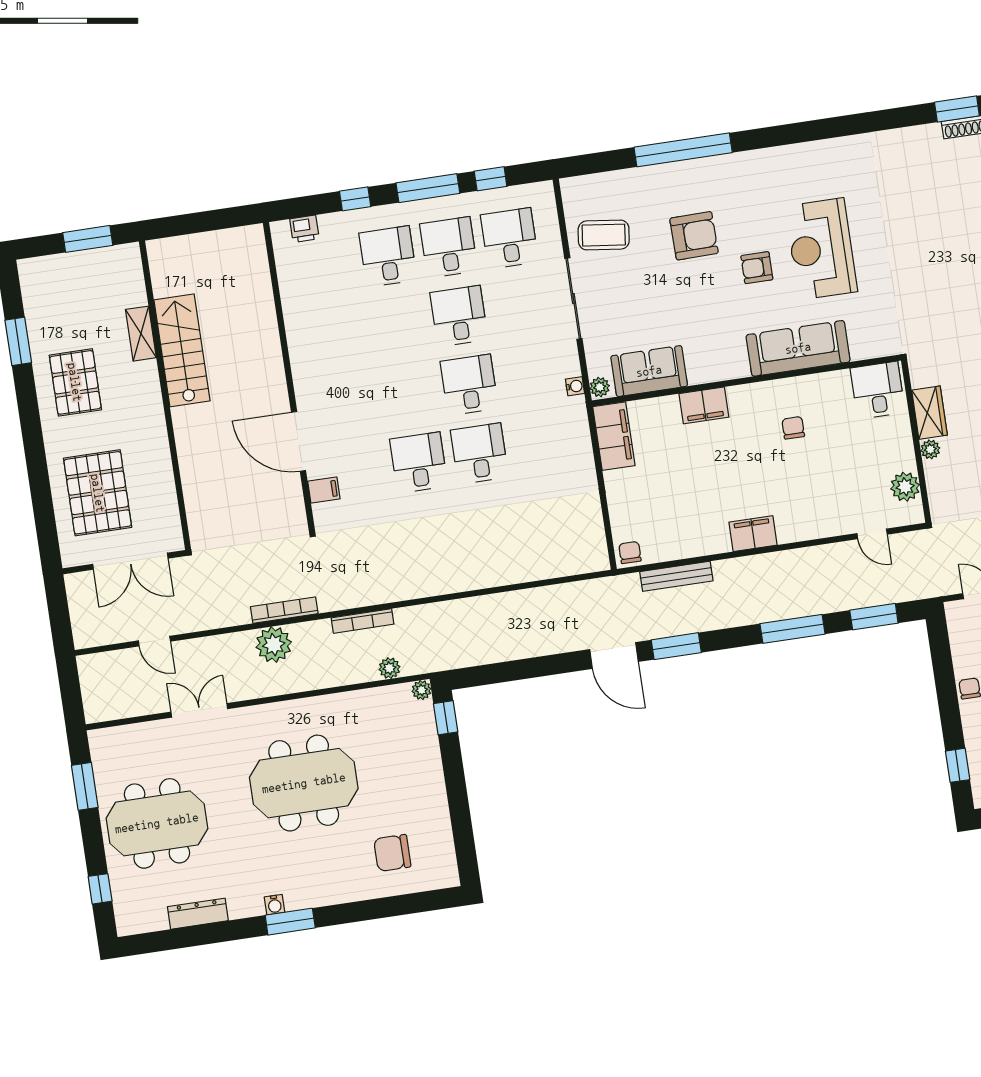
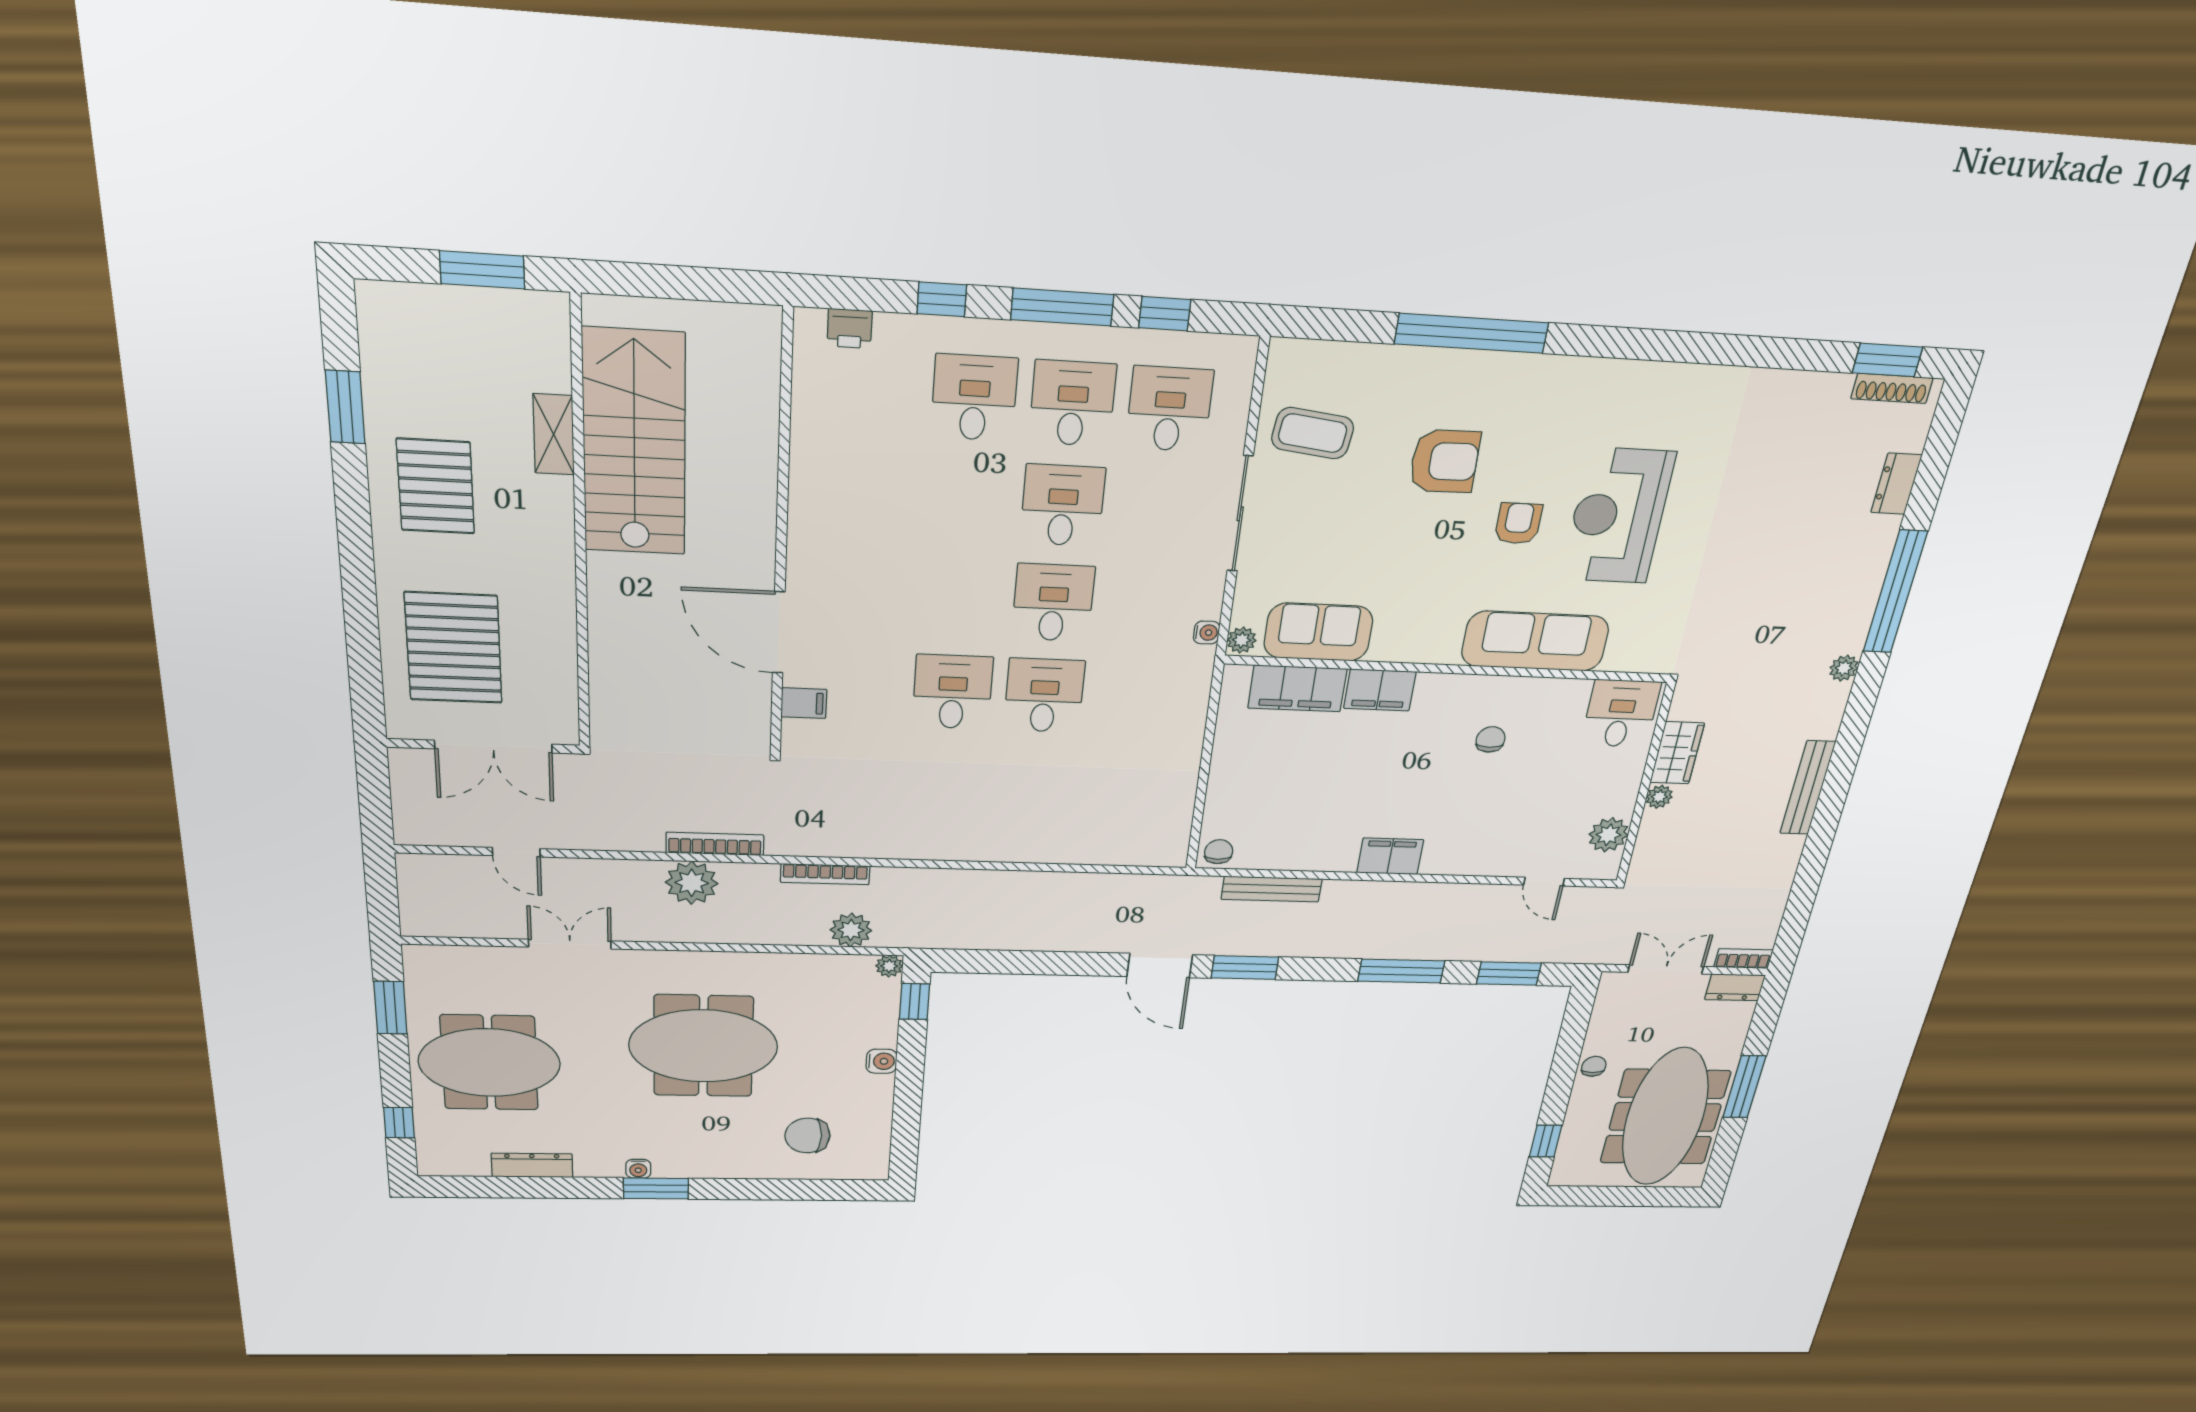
armchair: (757, 268) -> (1518, 523), turned 90
stairs: (182, 350) -> (634, 443), width x1.36, depth x1.51
filing cabinet: (614, 436) -> (1297, 688), moved, turned 90
plant: (389, 668) -> (851, 930), width x1.38, depth x1.38
water cooler: (433, 775) -> (882, 1061), added

